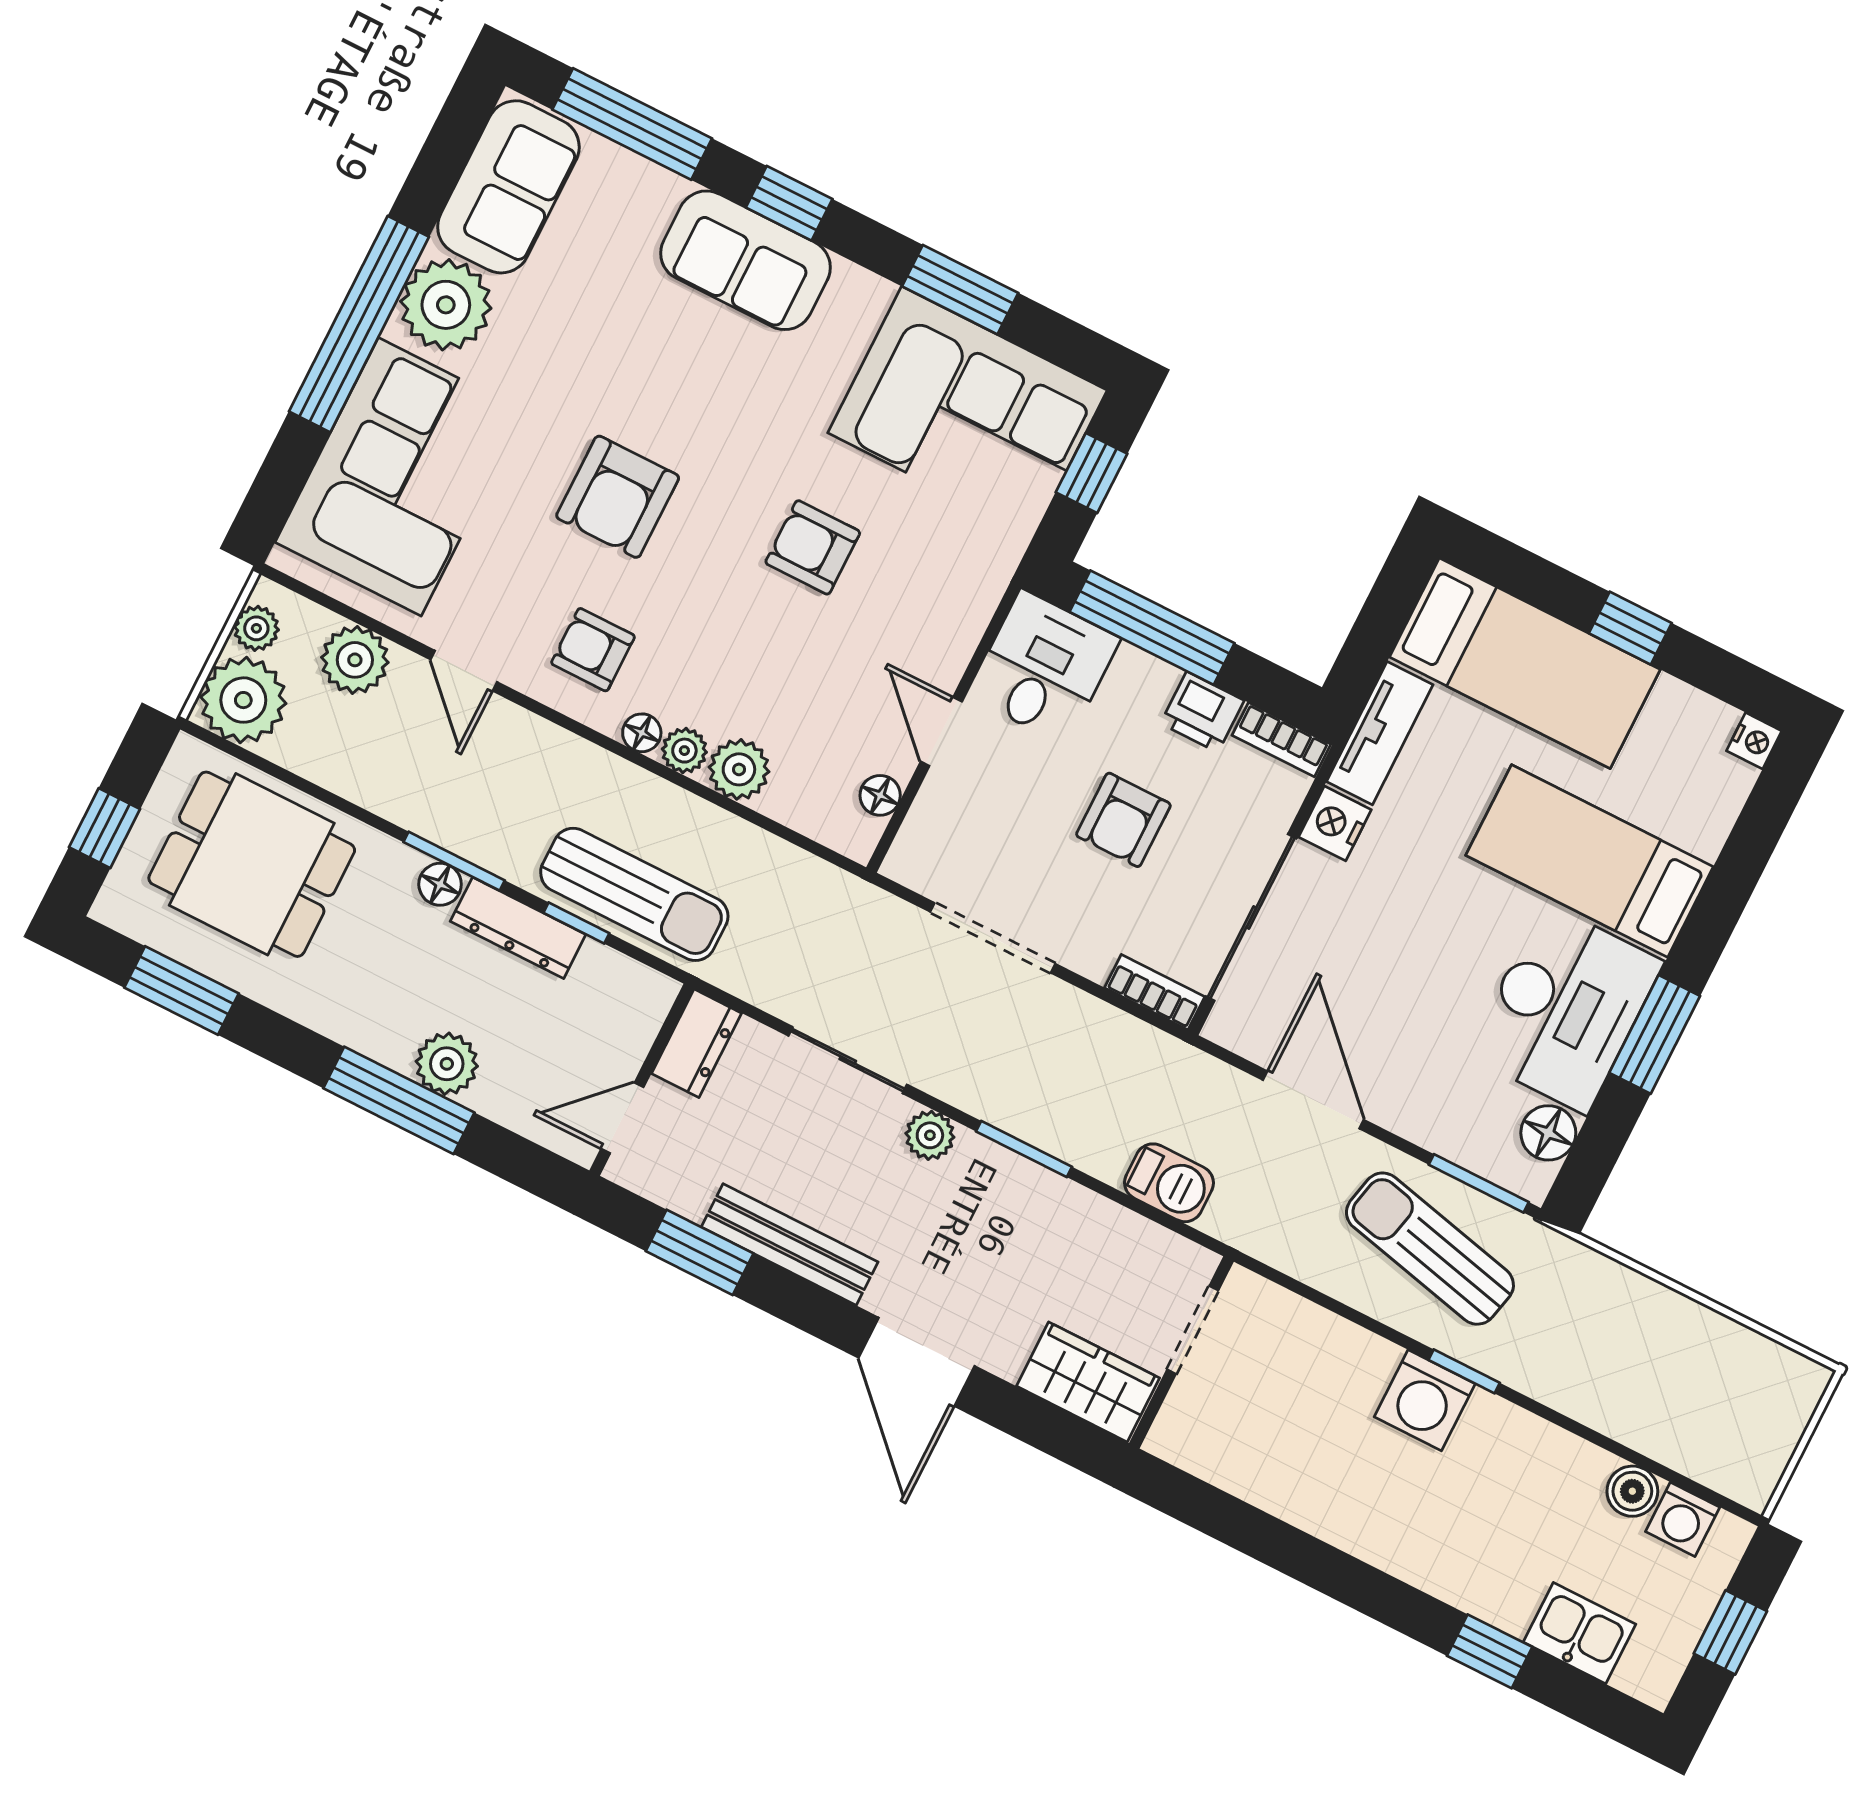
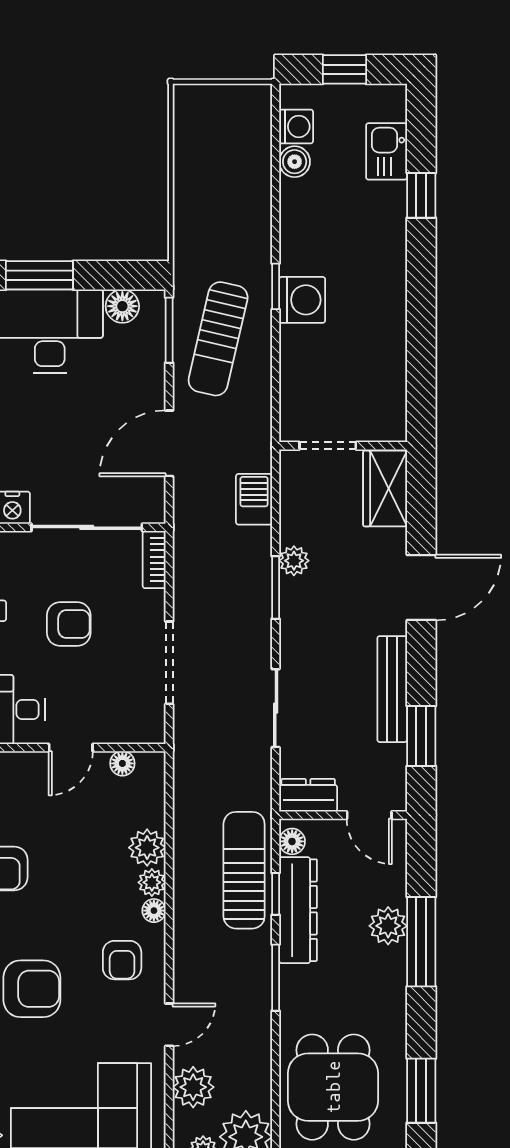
floor lamp: (440, 884) -> (292, 841), moved
dresser: (518, 928) -> (298, 910), width x1.37, depth x1.24
plant: (930, 1135) -> (294, 561), moved

